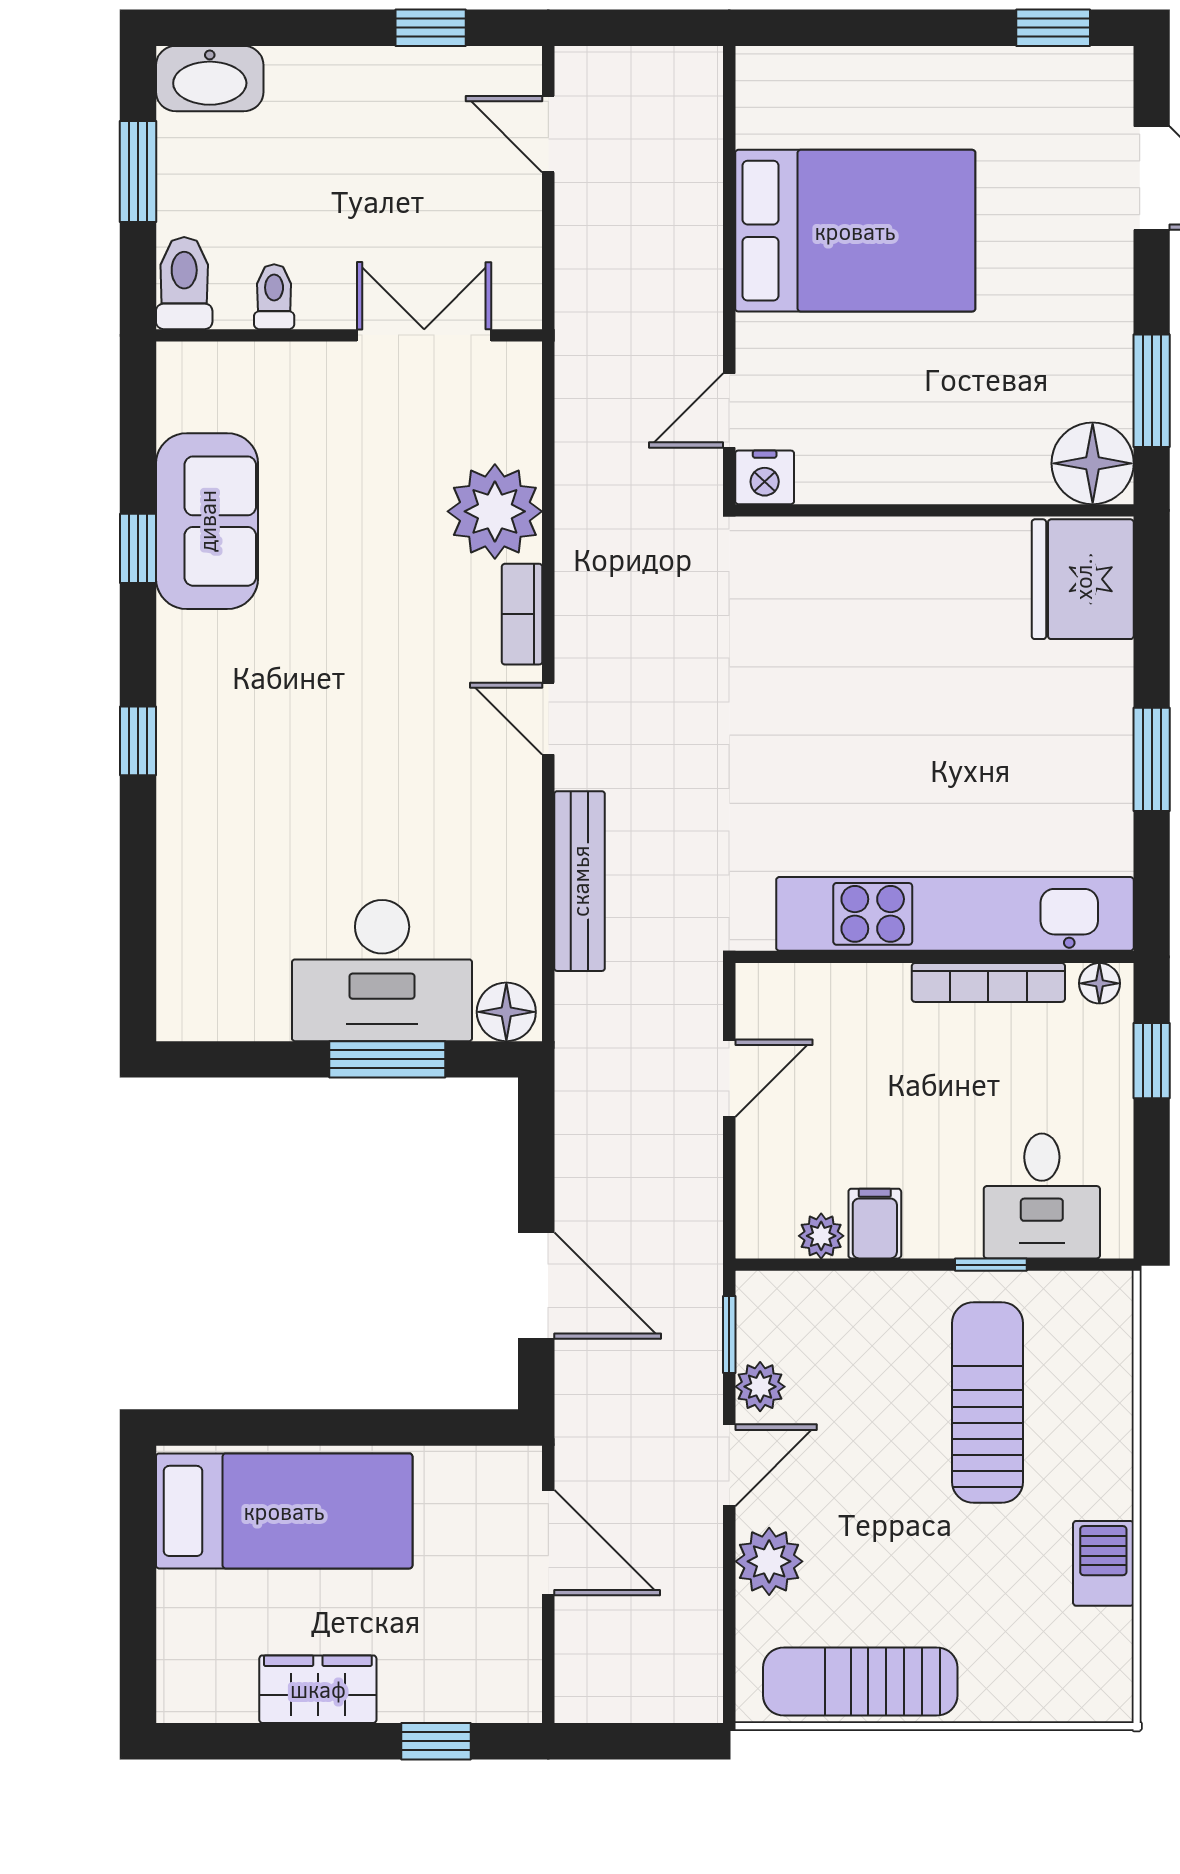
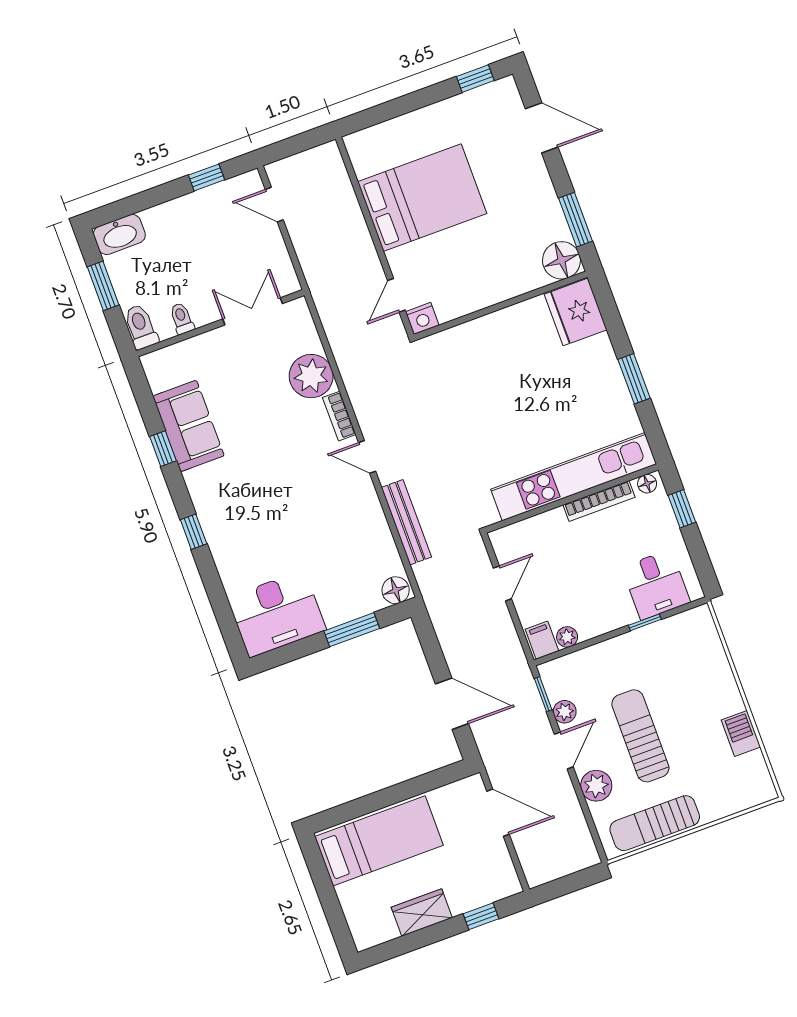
desk: (382, 971) -> (277, 614), moved
filing cabinet: (875, 1224) -> (542, 640), moved
sun lounger: (987, 1403) -> (640, 736), moved

